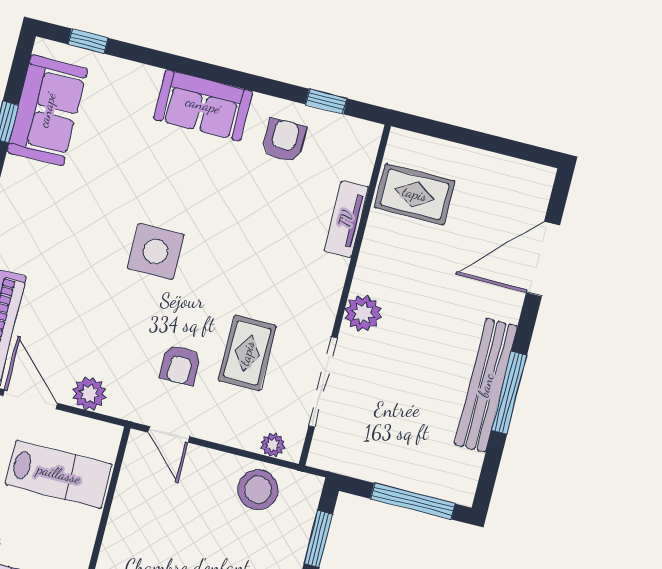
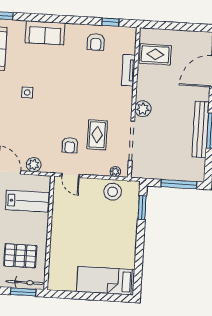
sofa: (203, 105) -> (45, 33), moved
armchair: (284, 140) -> (96, 42), turned 180
side table: (156, 251) -> (27, 93), moved, width x0.54, depth x0.54

